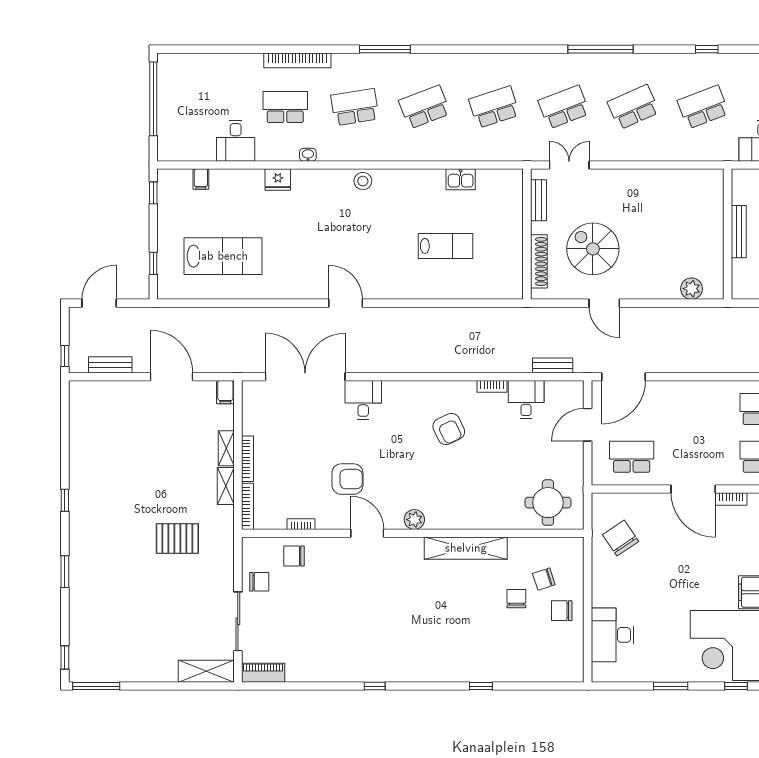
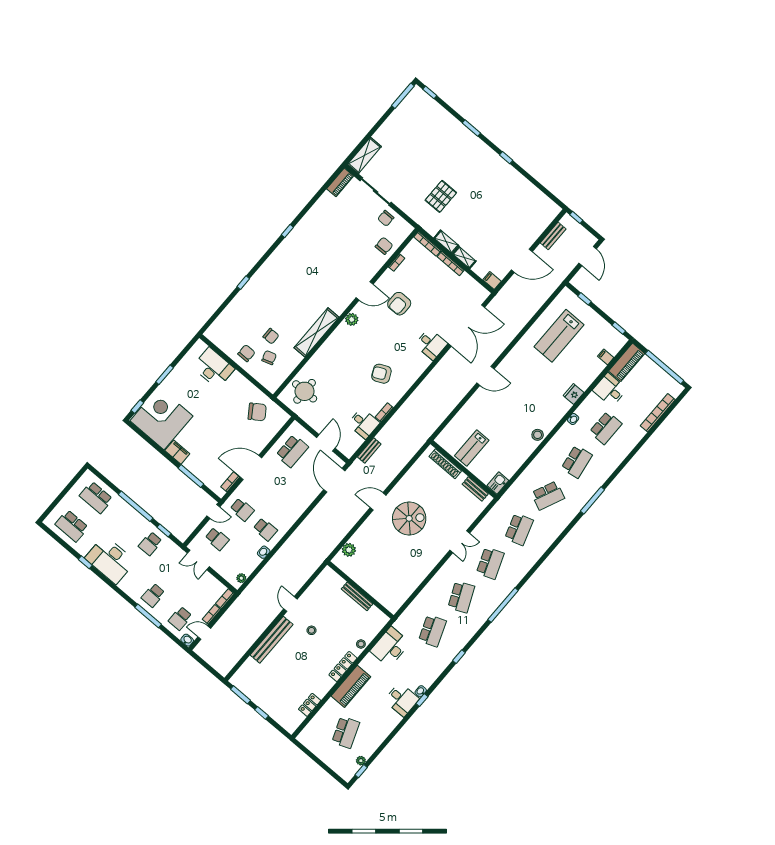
bookcase: (297, 60) -> (658, 413), moved
school desk: (424, 107) -> (548, 495), turned 45
piano: (186, 149) -> (627, 362), added
bench: (538, 200) -> (475, 489), moved
wall: (527, 234) -> (464, 469), moved
shoe rack: (539, 261) -> (445, 464), moved

